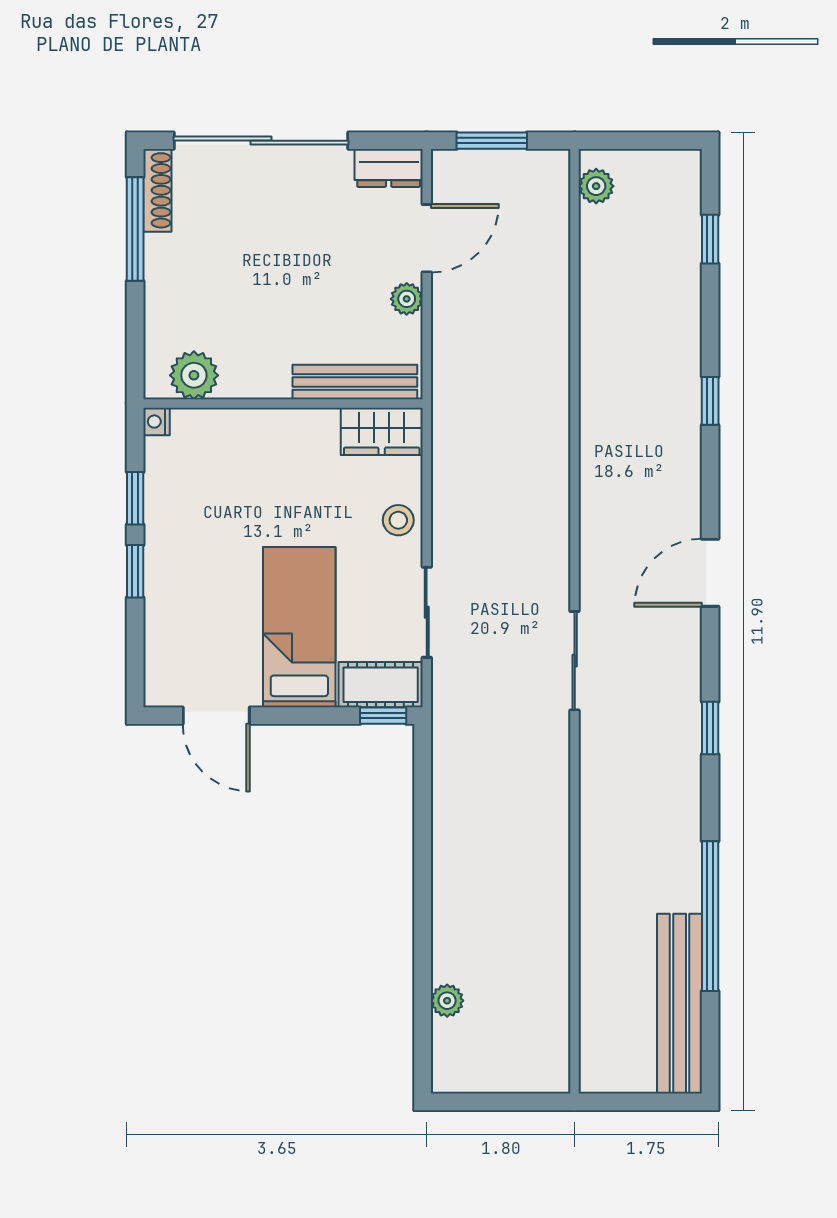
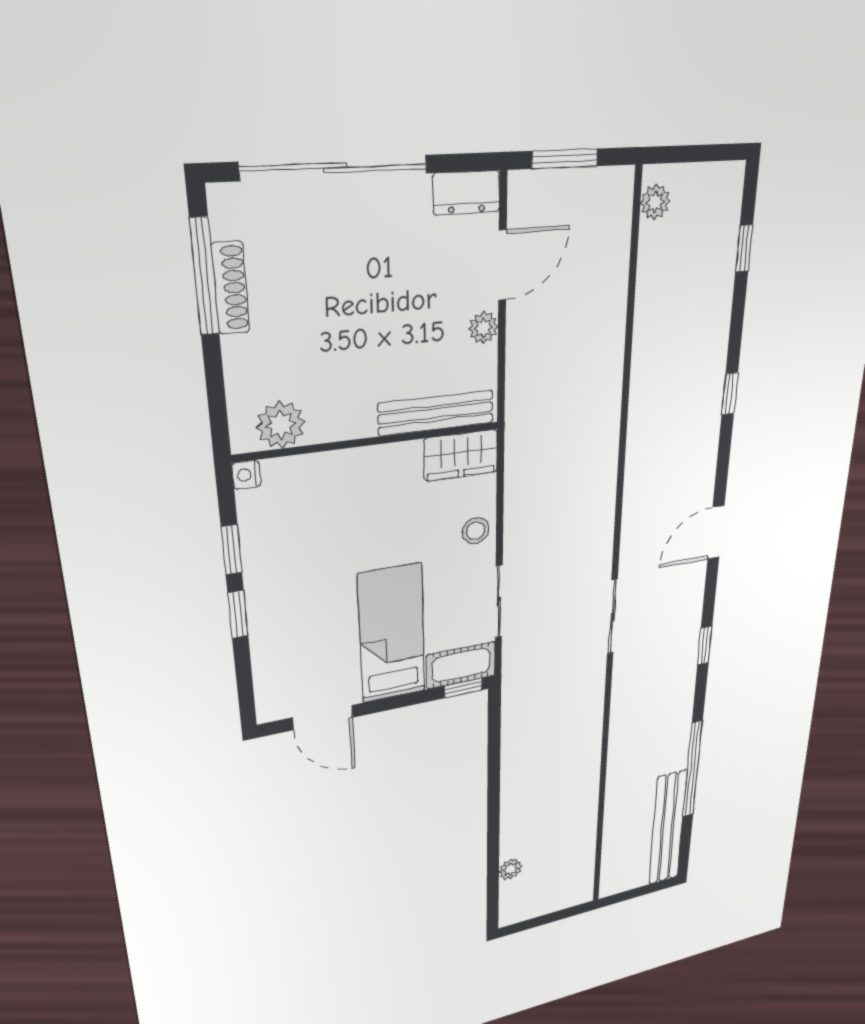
shoe rack: (157, 190) -> (231, 288), moved

